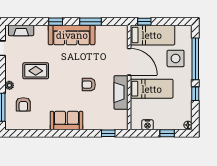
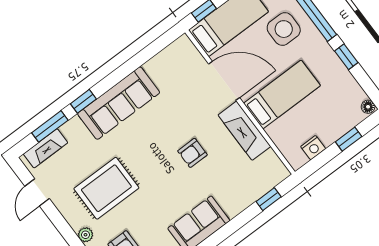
window: (91, 22) -> (50, 126), moved
rug: (36, 71) -> (106, 188), width x1.36, depth x1.43

